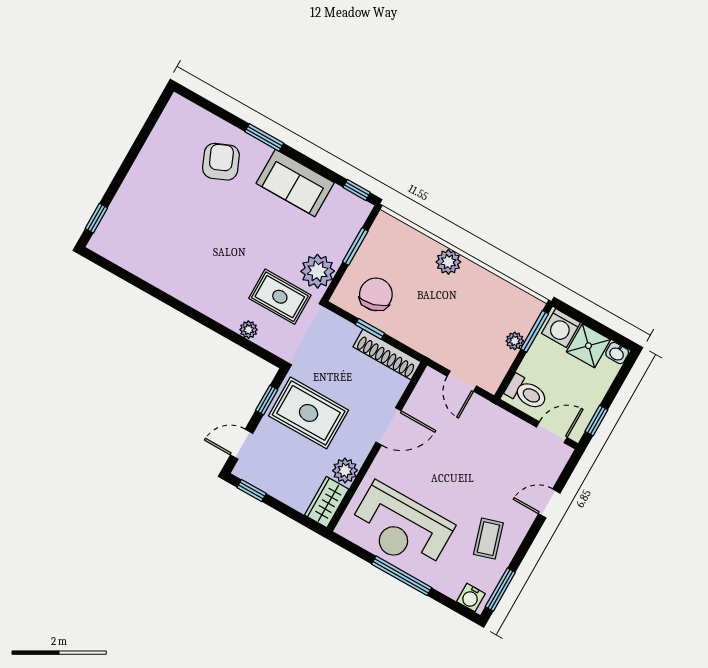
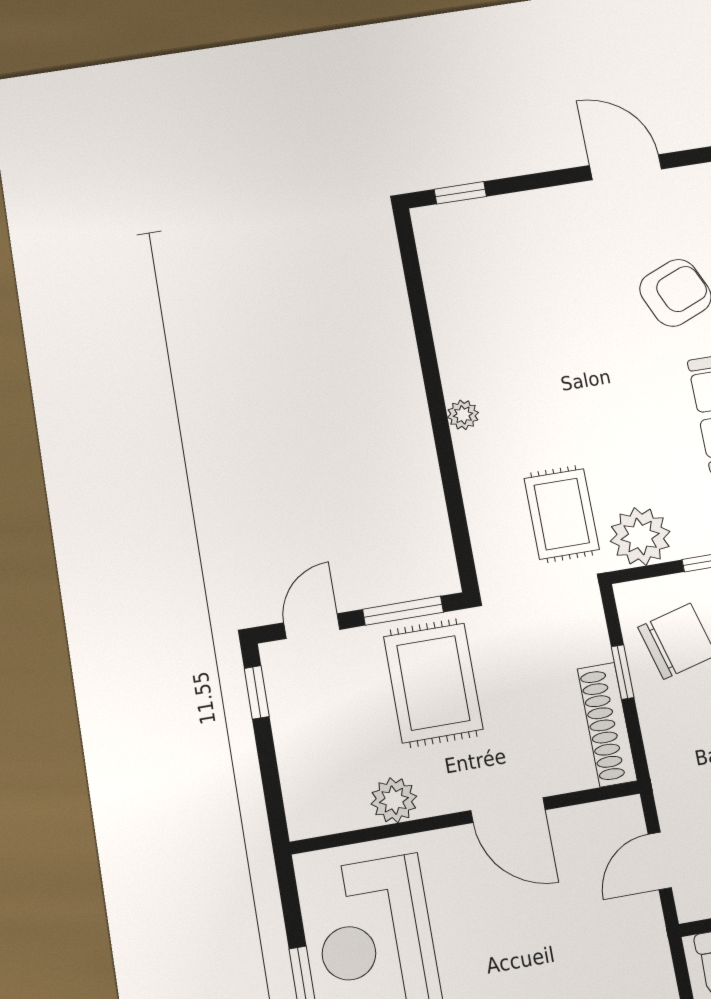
door: (144, 134) -> (625, 167), added
plant: (249, 330) -> (463, 415), moved
window: (267, 400) -> (403, 611), width x1.50
door: (242, 444) -> (312, 626), hinge flipped
wardrobe: (327, 502) -> (327, 811), removed

